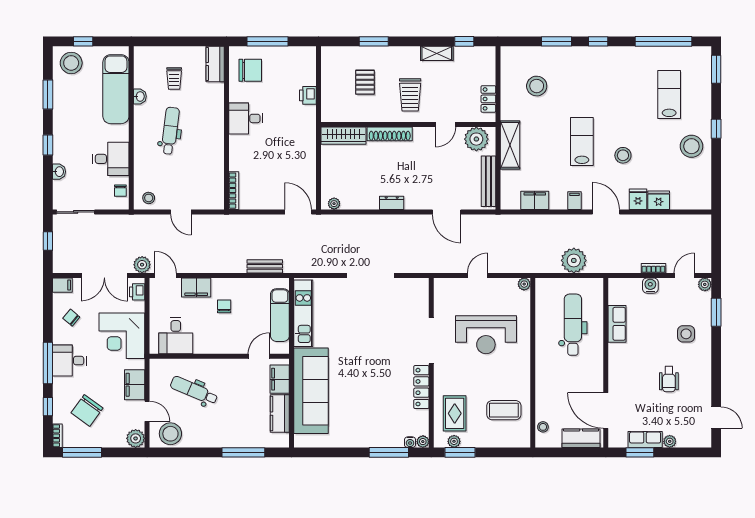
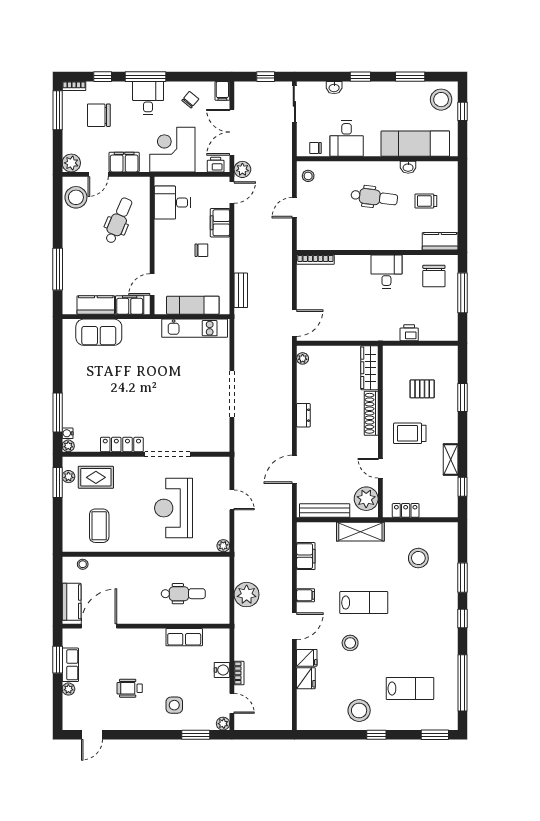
dental chair: (573, 325) -> (183, 594), width x0.73, depth x0.72
door: (259, 356) -> (152, 284), swing flipped
sofa: (311, 391) -> (99, 332), width x0.54, depth x0.79
chair: (87, 410) -> (99, 115), turned -36

